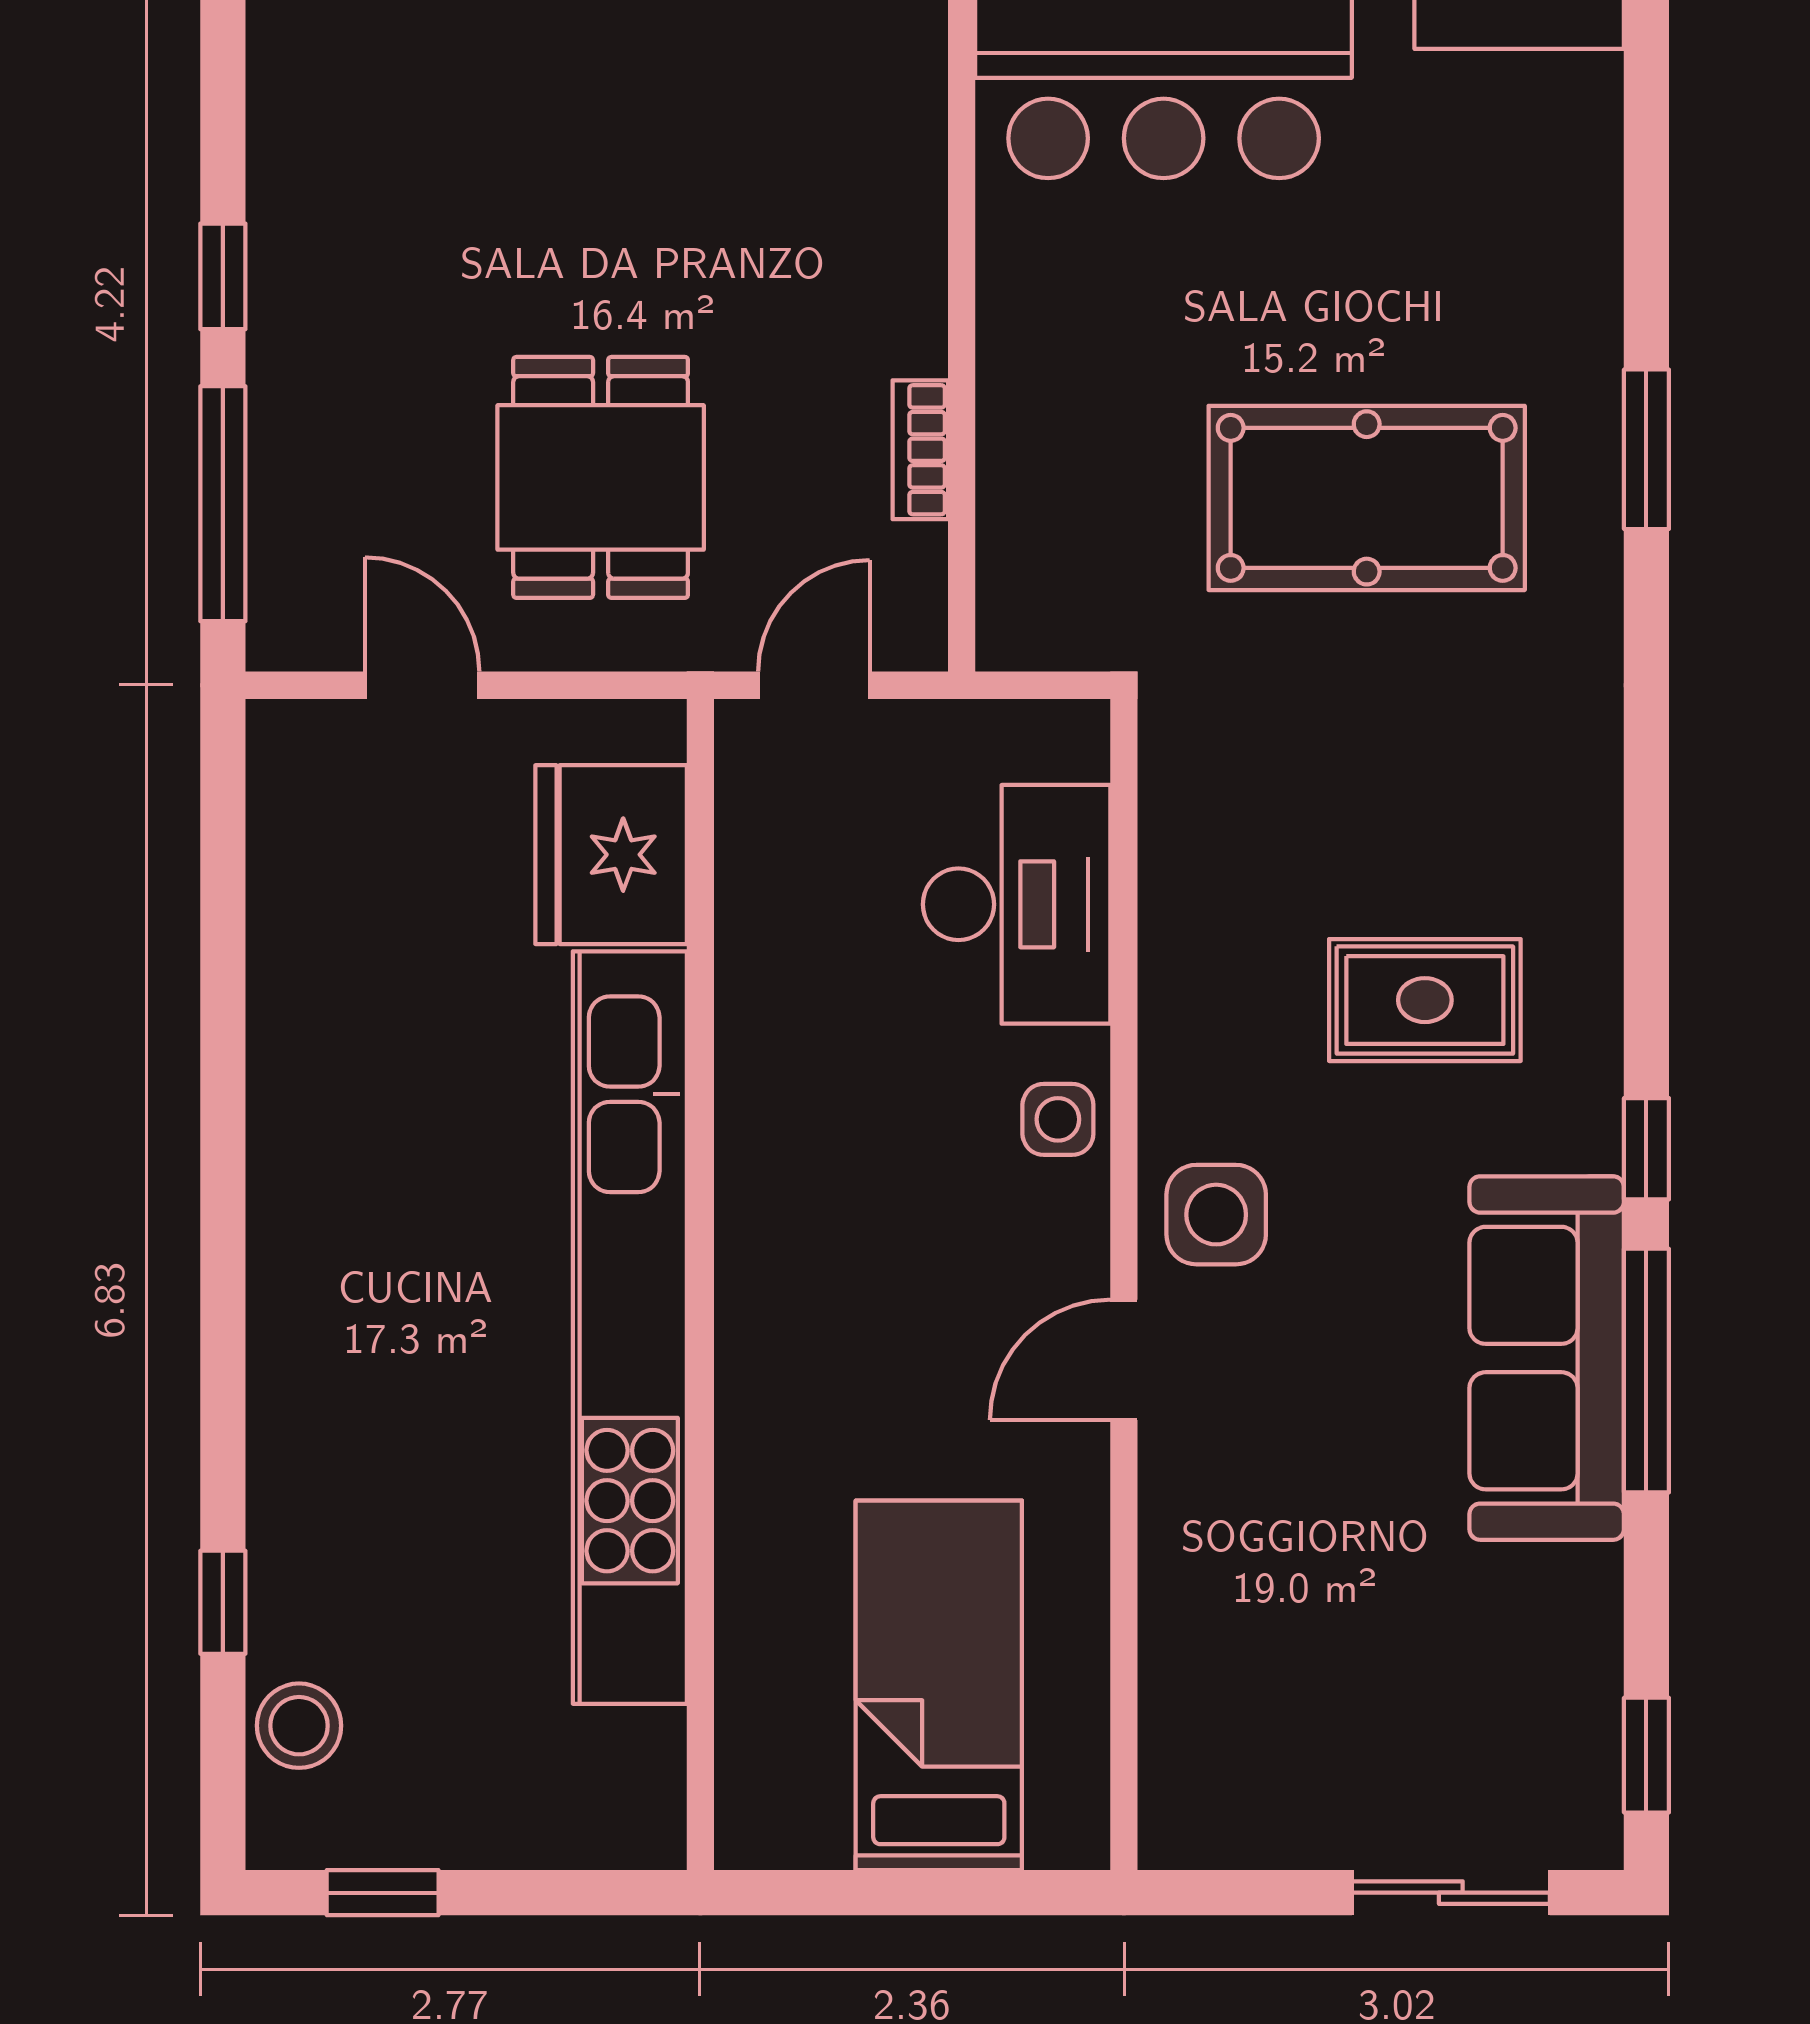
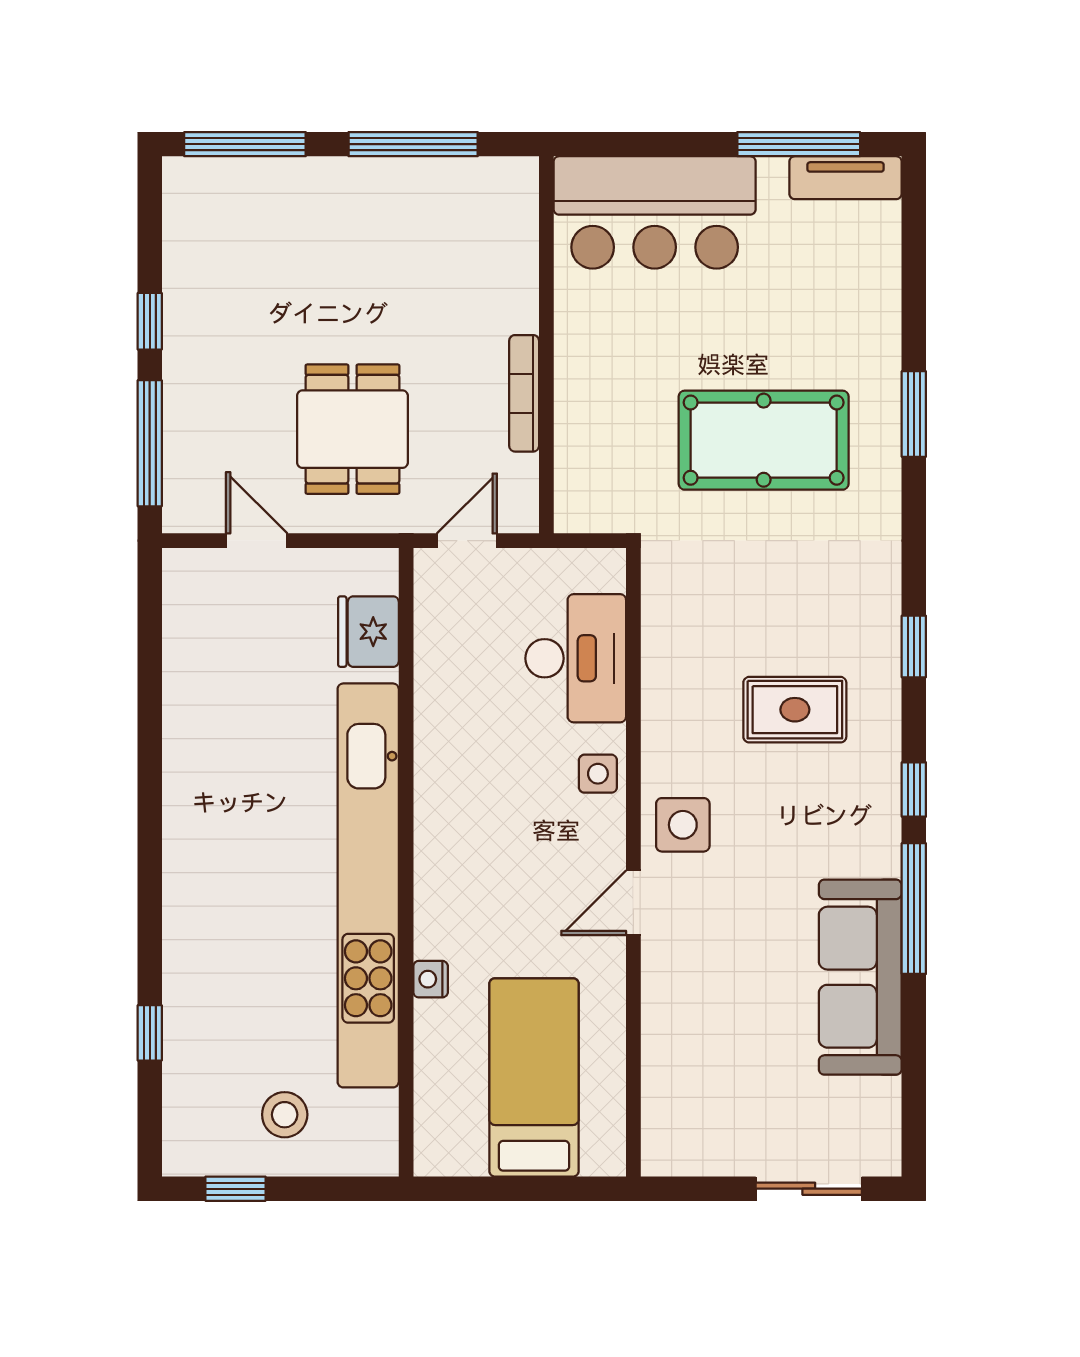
bookcase: (920, 450) -> (524, 393), width x1.56
fridge: (611, 855) -> (368, 632), width x0.73, depth x0.75
sofa: (1547, 1358) -> (860, 977), moved
nightstand: (746, 1502) -> (431, 979), added
stool: (299, 1726) -> (285, 1115), moved
window: (1646, 1755) -> (914, 646), moved

